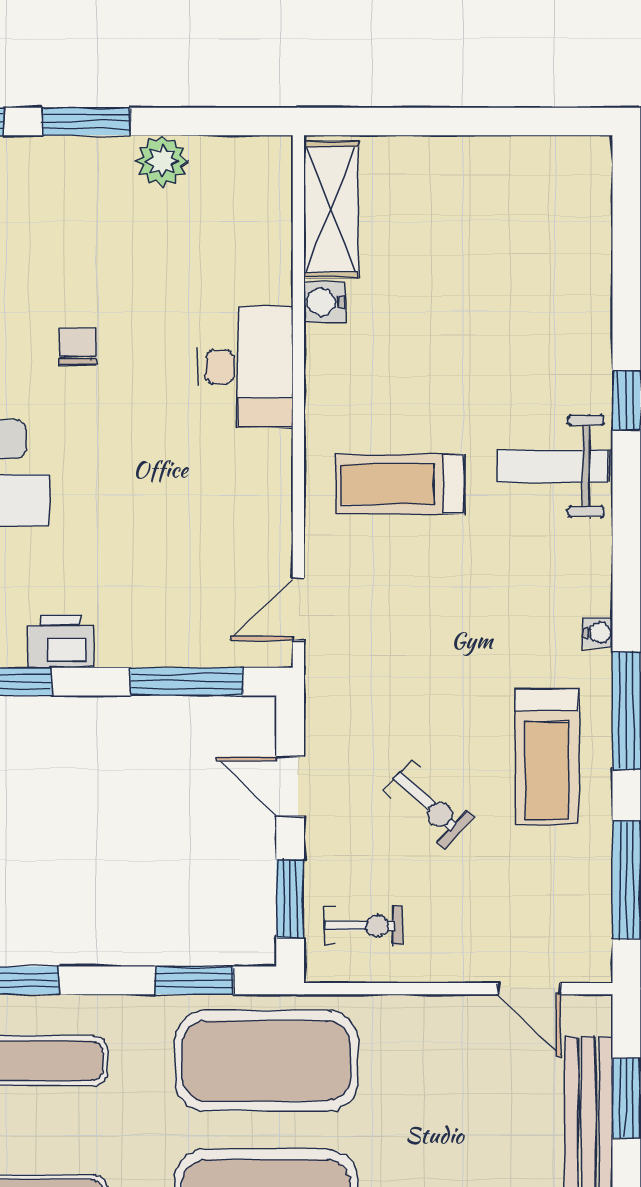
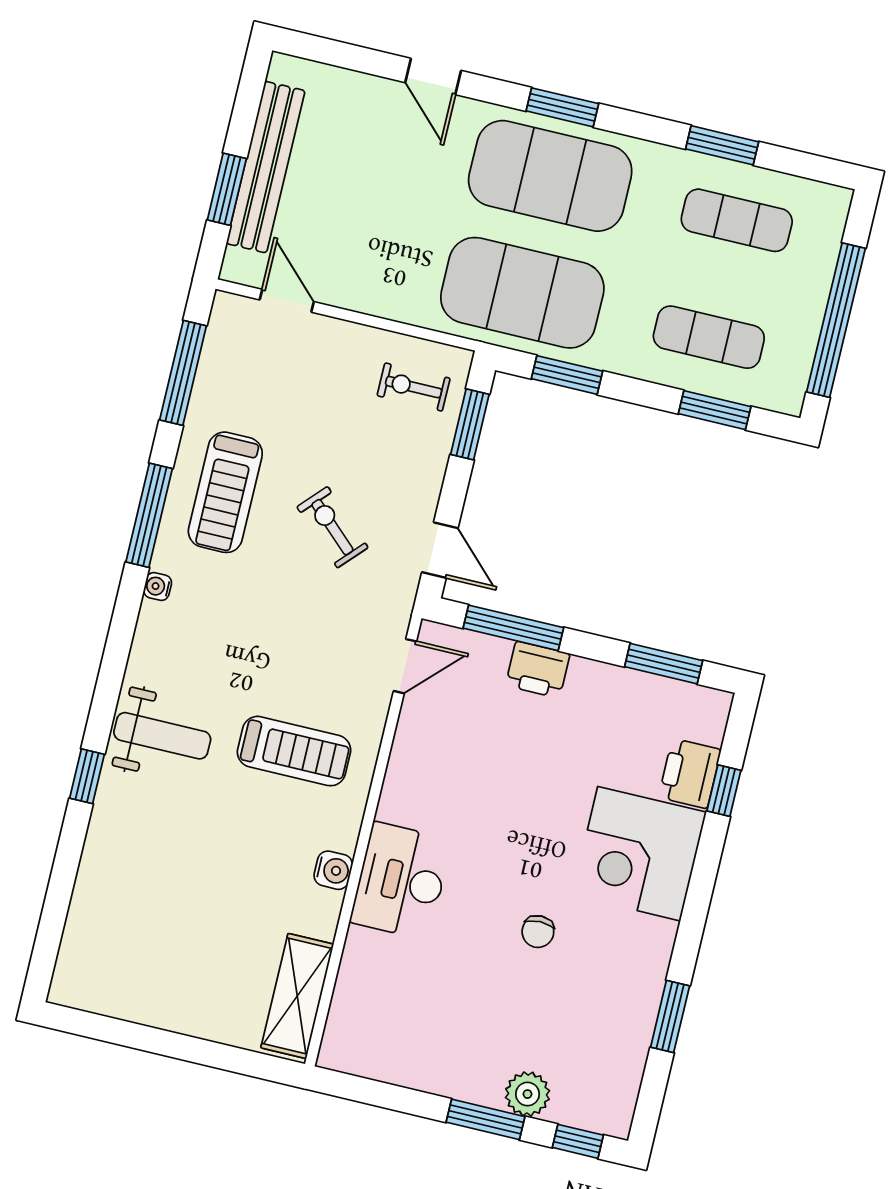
plant: (162, 161) -> (527, 1094), moved
water cooler: (324, 302) -> (333, 870), moved
printer: (61, 641) -> (538, 670), moved
treadmill: (547, 757) -> (225, 492), turned 180
door: (290, 787) -> (440, 550), moved
exercise bike: (428, 804) -> (332, 527), moved

